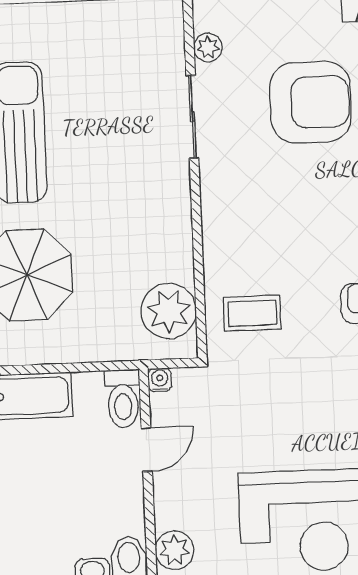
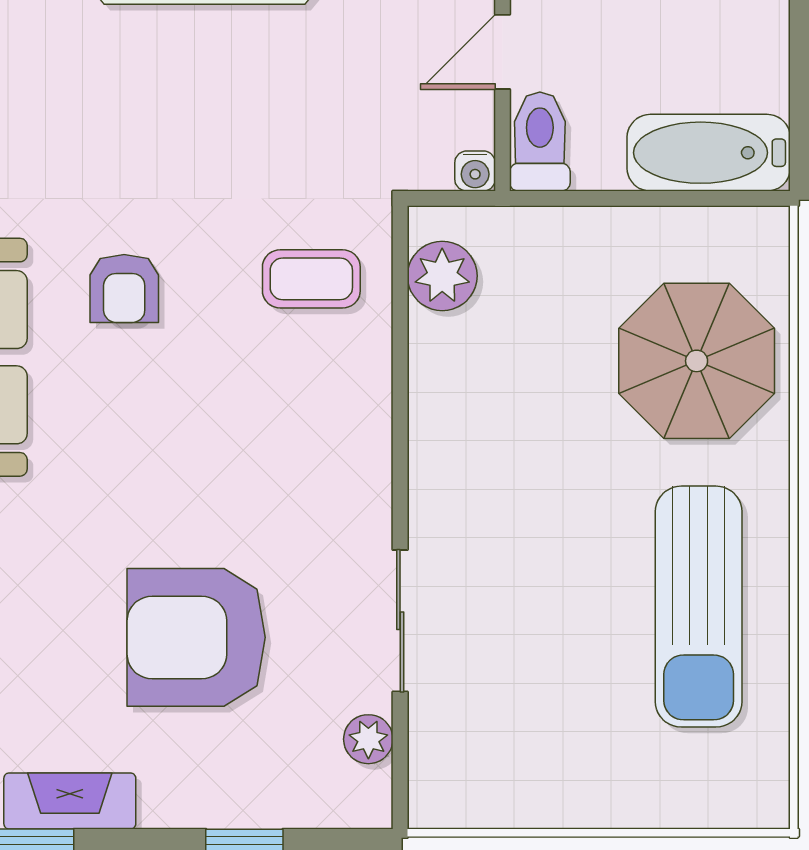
plant: (169, 311) -> (442, 276), width x0.73, depth x0.73

